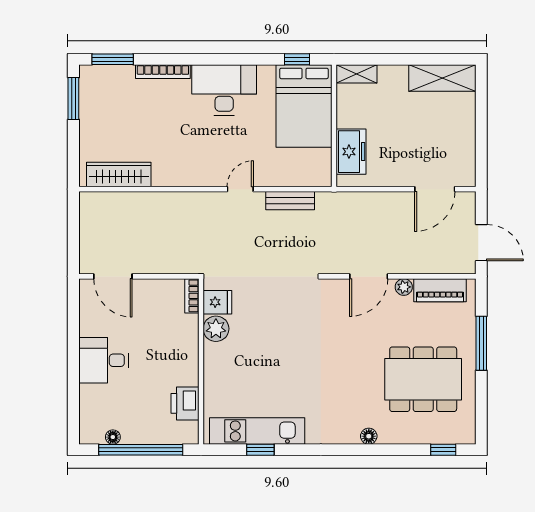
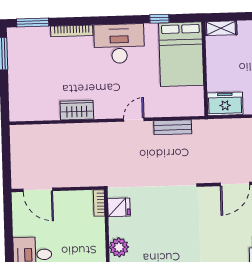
window: (297, 59) -> (159, 19), moved
freezer: (351, 152) -> (225, 104), moved, turned -90
wardrobe: (119, 175) -> (77, 110), moved, width x0.67
plant: (216, 329) -> (119, 247), moved

